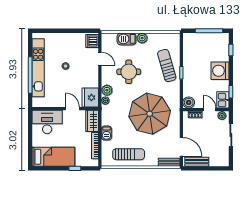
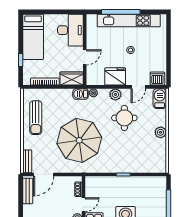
barbecue: (127, 39) -> (160, 99), moved
sun lounger: (167, 66) -> (131, 159), removed
plant: (107, 90) -> (115, 94), moved
fridge: (90, 98) -> (115, 76), moved
boiler: (189, 102) -> (91, 182), removed
barbecue: (106, 133) -> (81, 94), moved

